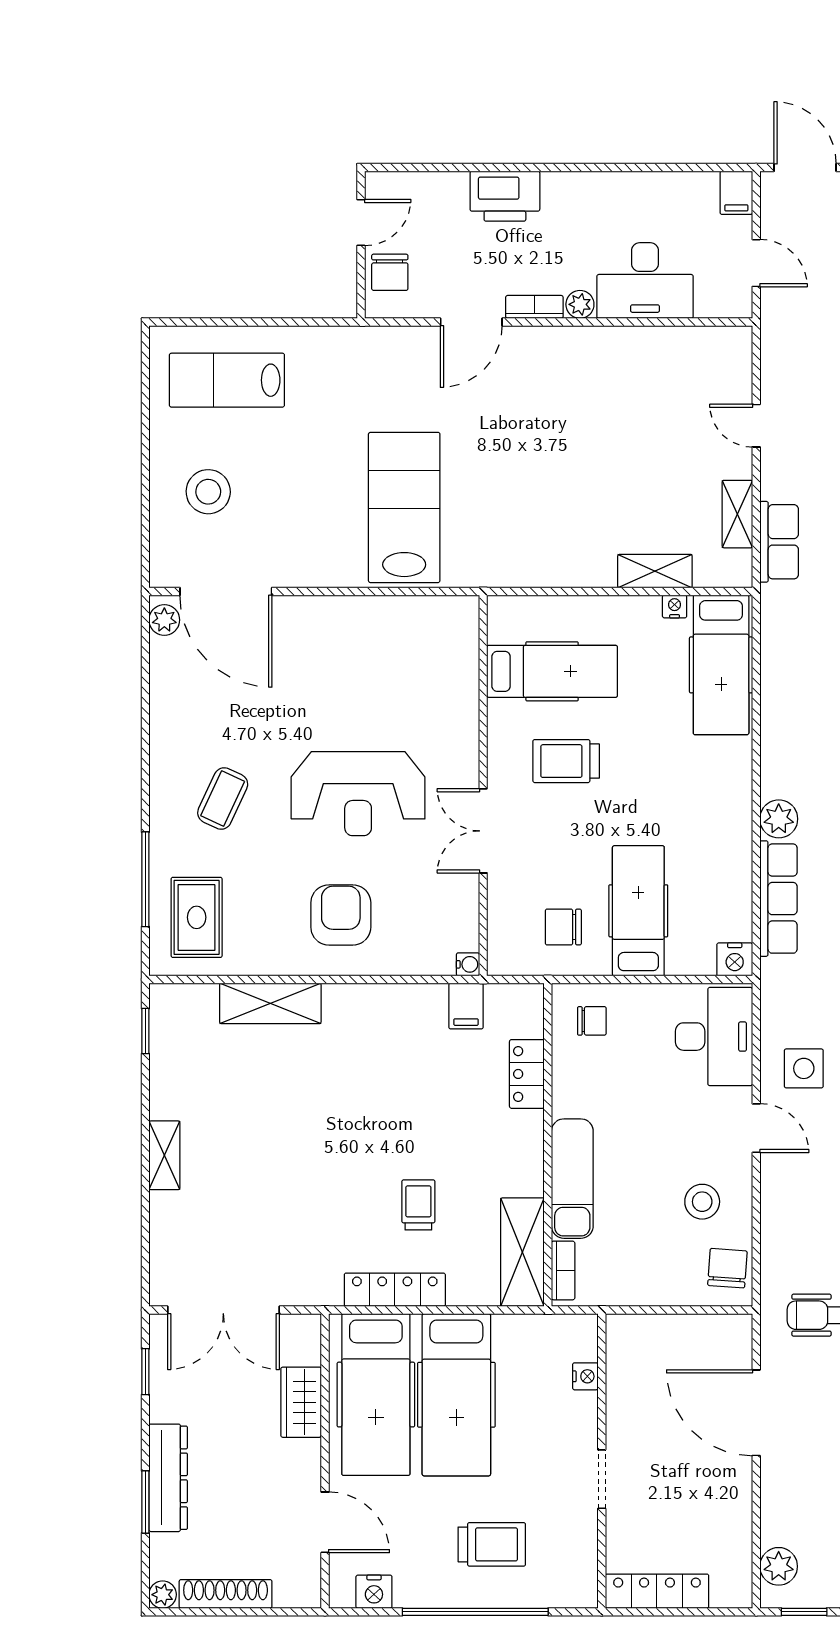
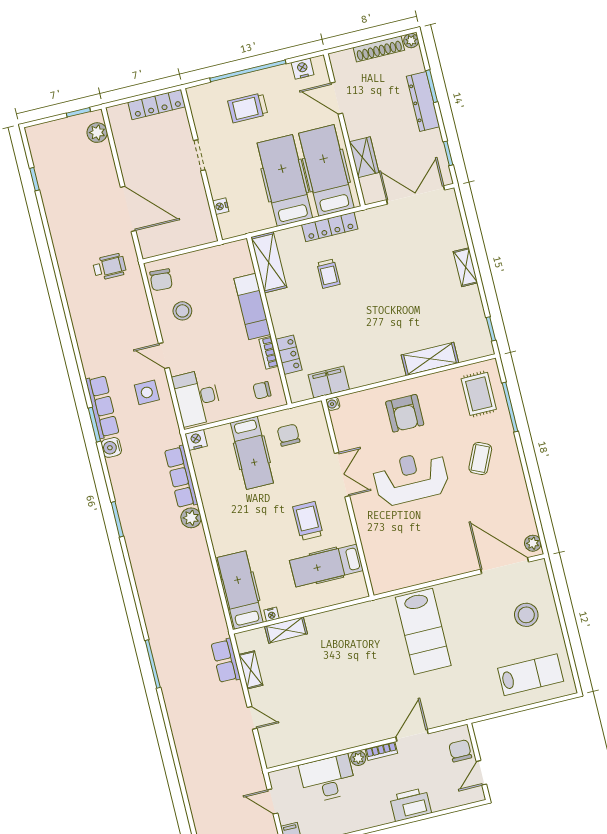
trolley: (566, 761) -> (308, 521), turned -90
chair: (563, 927) -> (289, 435), turned -90
filing cabinet: (466, 1006) -> (329, 382), width x2.00
bookcase: (563, 1270) -> (269, 353), moved

